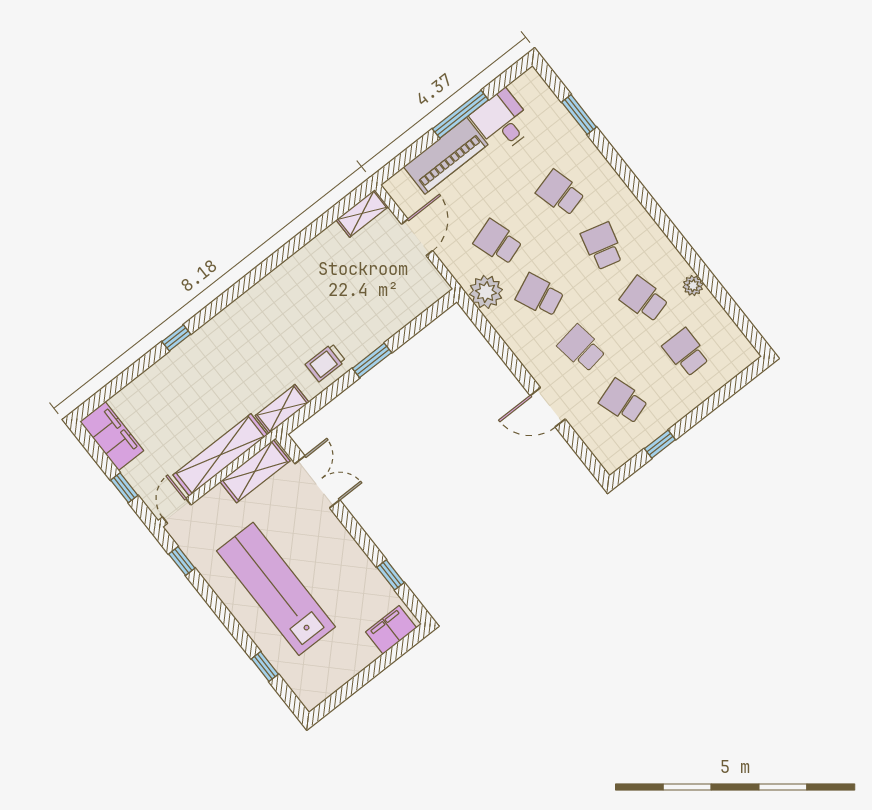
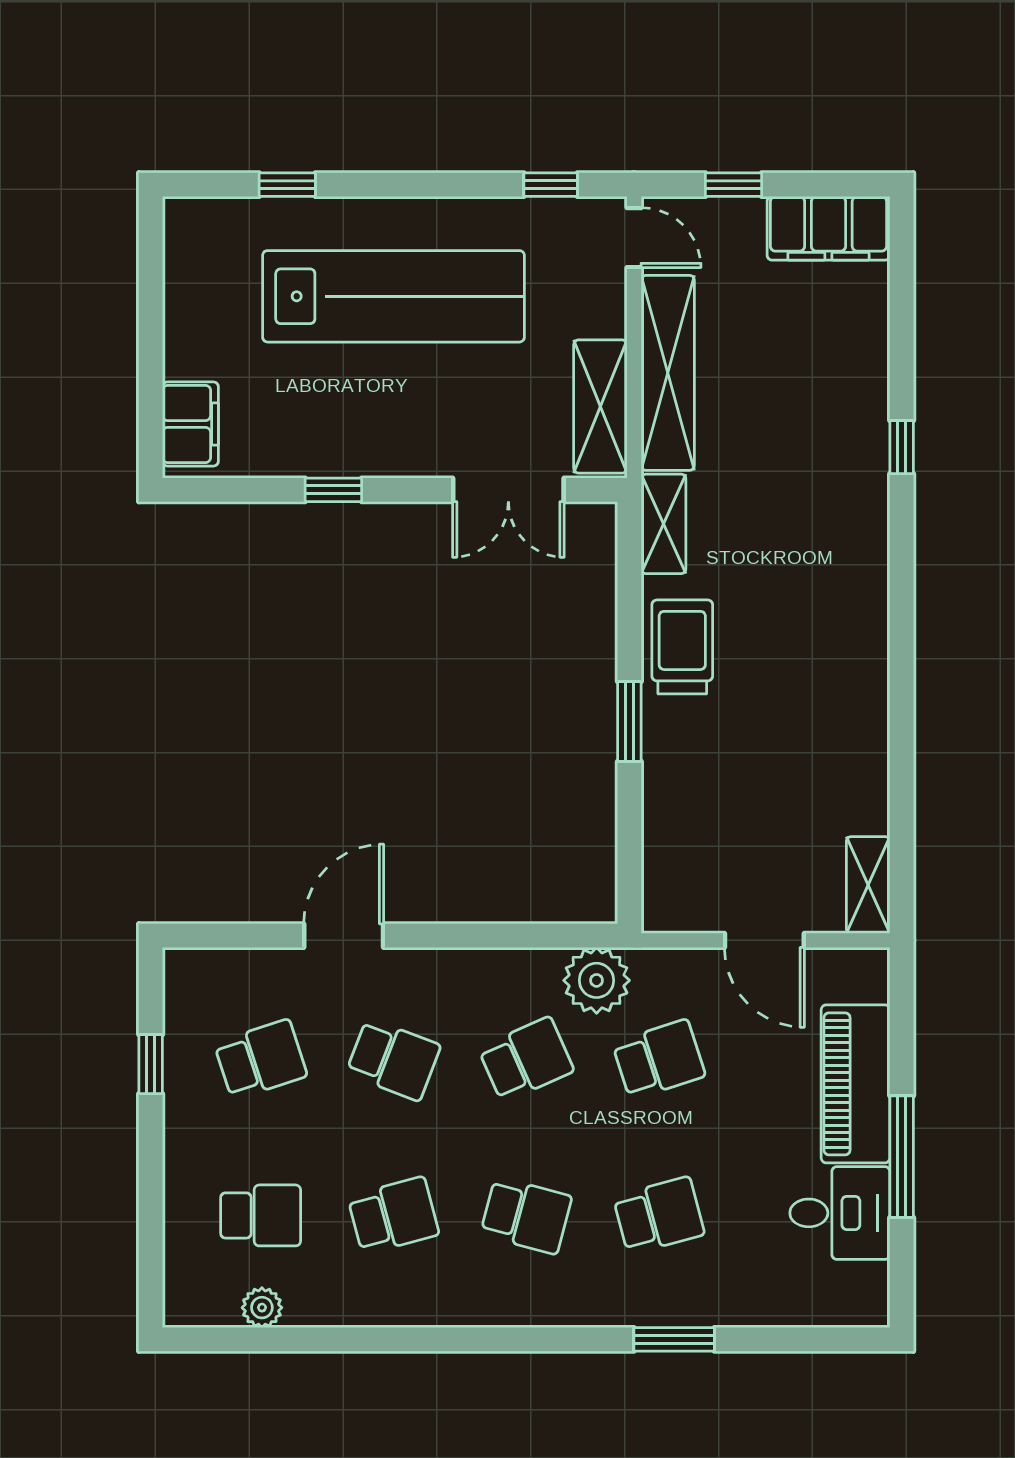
window: (579, 115) -> (674, 1339), moved
plant: (693, 286) -> (262, 1308), moved
school desk: (582, 348) -> (393, 1059), turned 30
trolley: (325, 363) -> (682, 647), width x1.36, depth x1.39
window: (391, 575) -> (333, 490), moved

